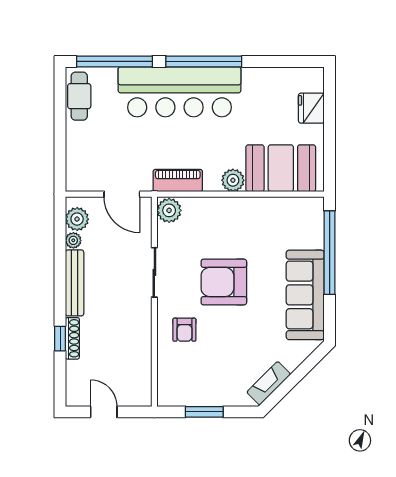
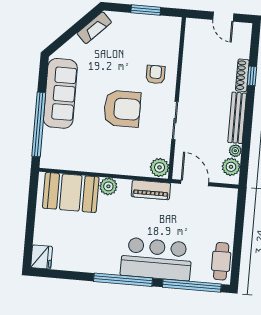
bar counter: (179, 92) -> (156, 259), width x0.73
fridge: (311, 108) -> (42, 257), moved

